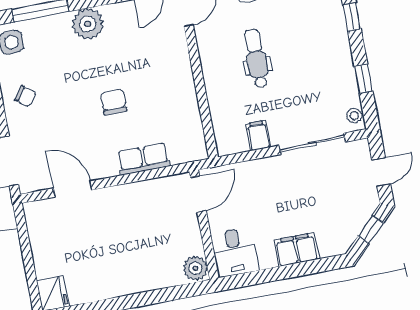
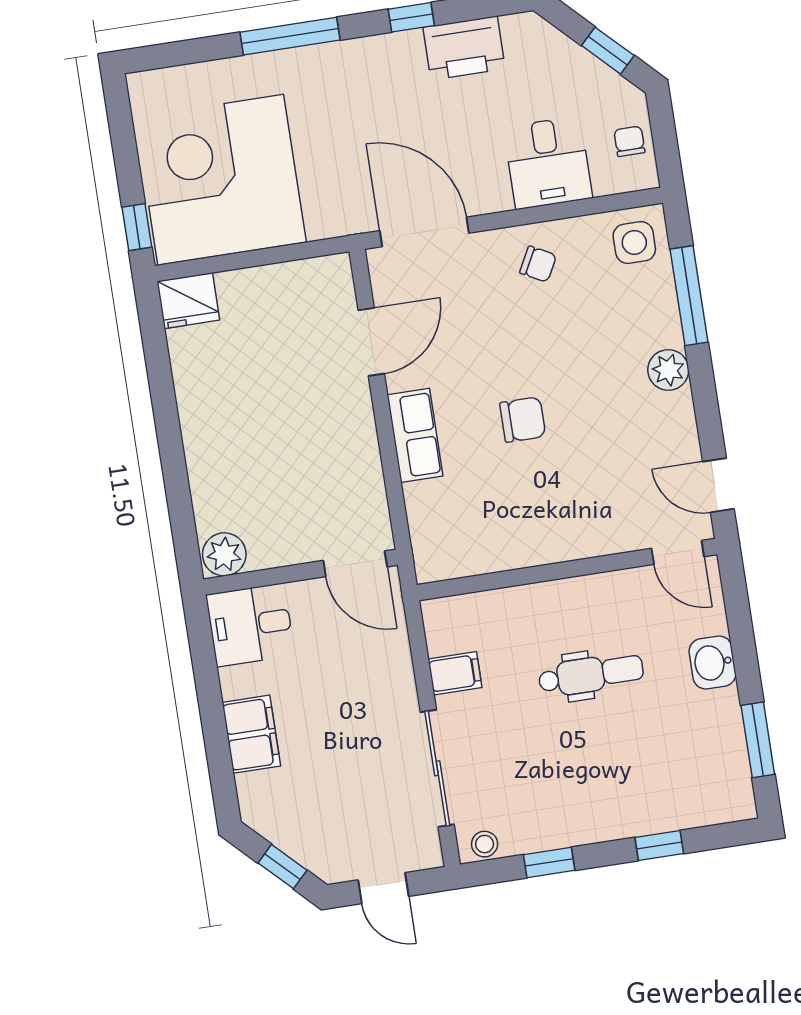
plant: (88, 24) -> (668, 370), width x0.73, depth x0.73
chair: (25, 96) -> (538, 264), turned -99
row of seats: (143, 159) -> (415, 435), moved

